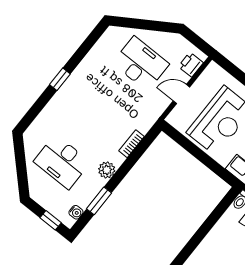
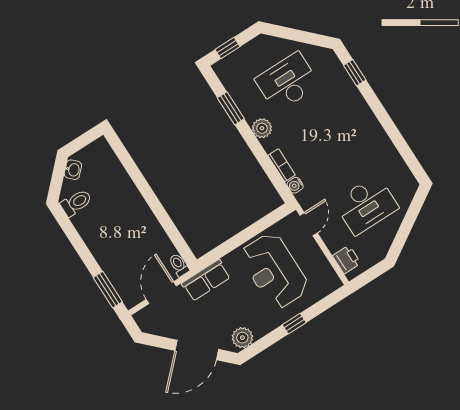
window: (60, 79) -> (355, 73), moved
door: (181, 94) -> (309, 224), moved
water cooler: (76, 212) -> (295, 185), moved

